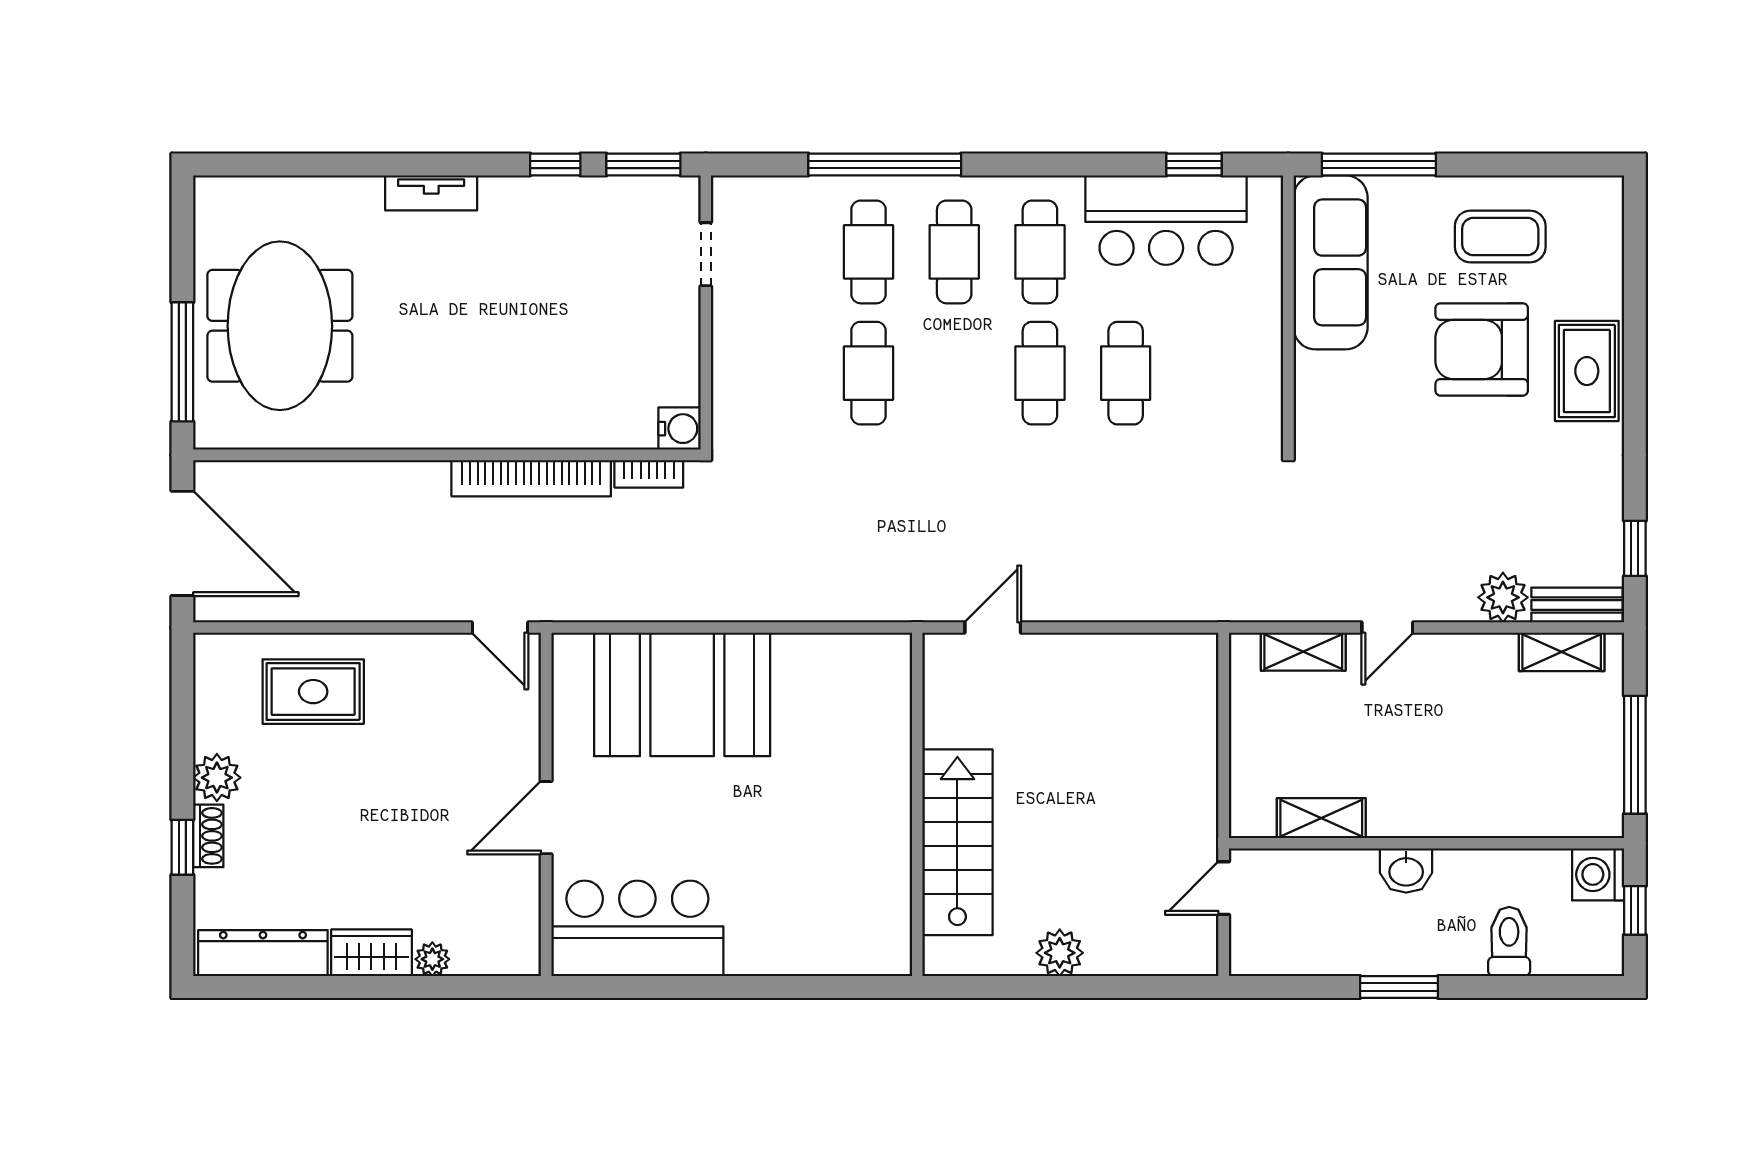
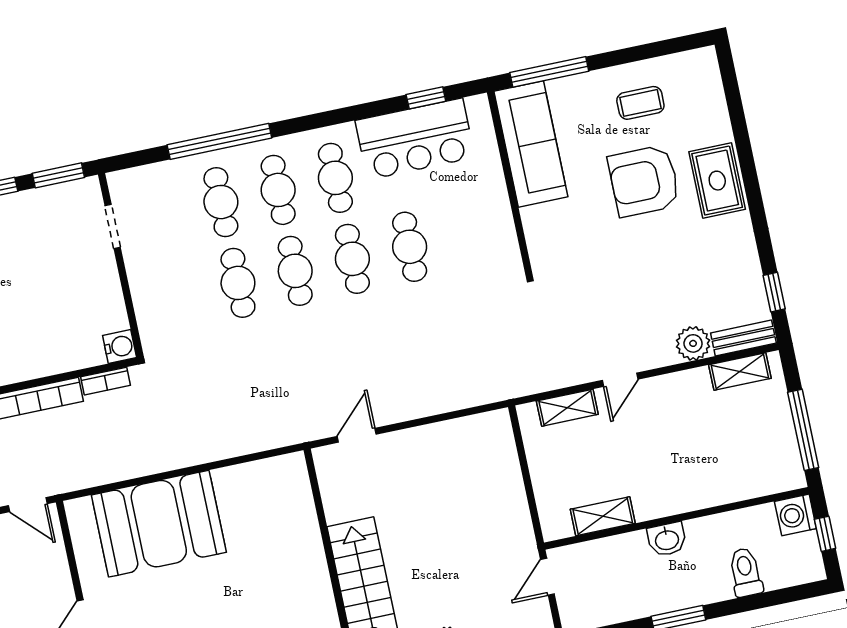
coffee table: (1500, 237) -> (640, 103), width x0.73, depth x0.77
cafe table: (954, 373) -> (295, 271), added

